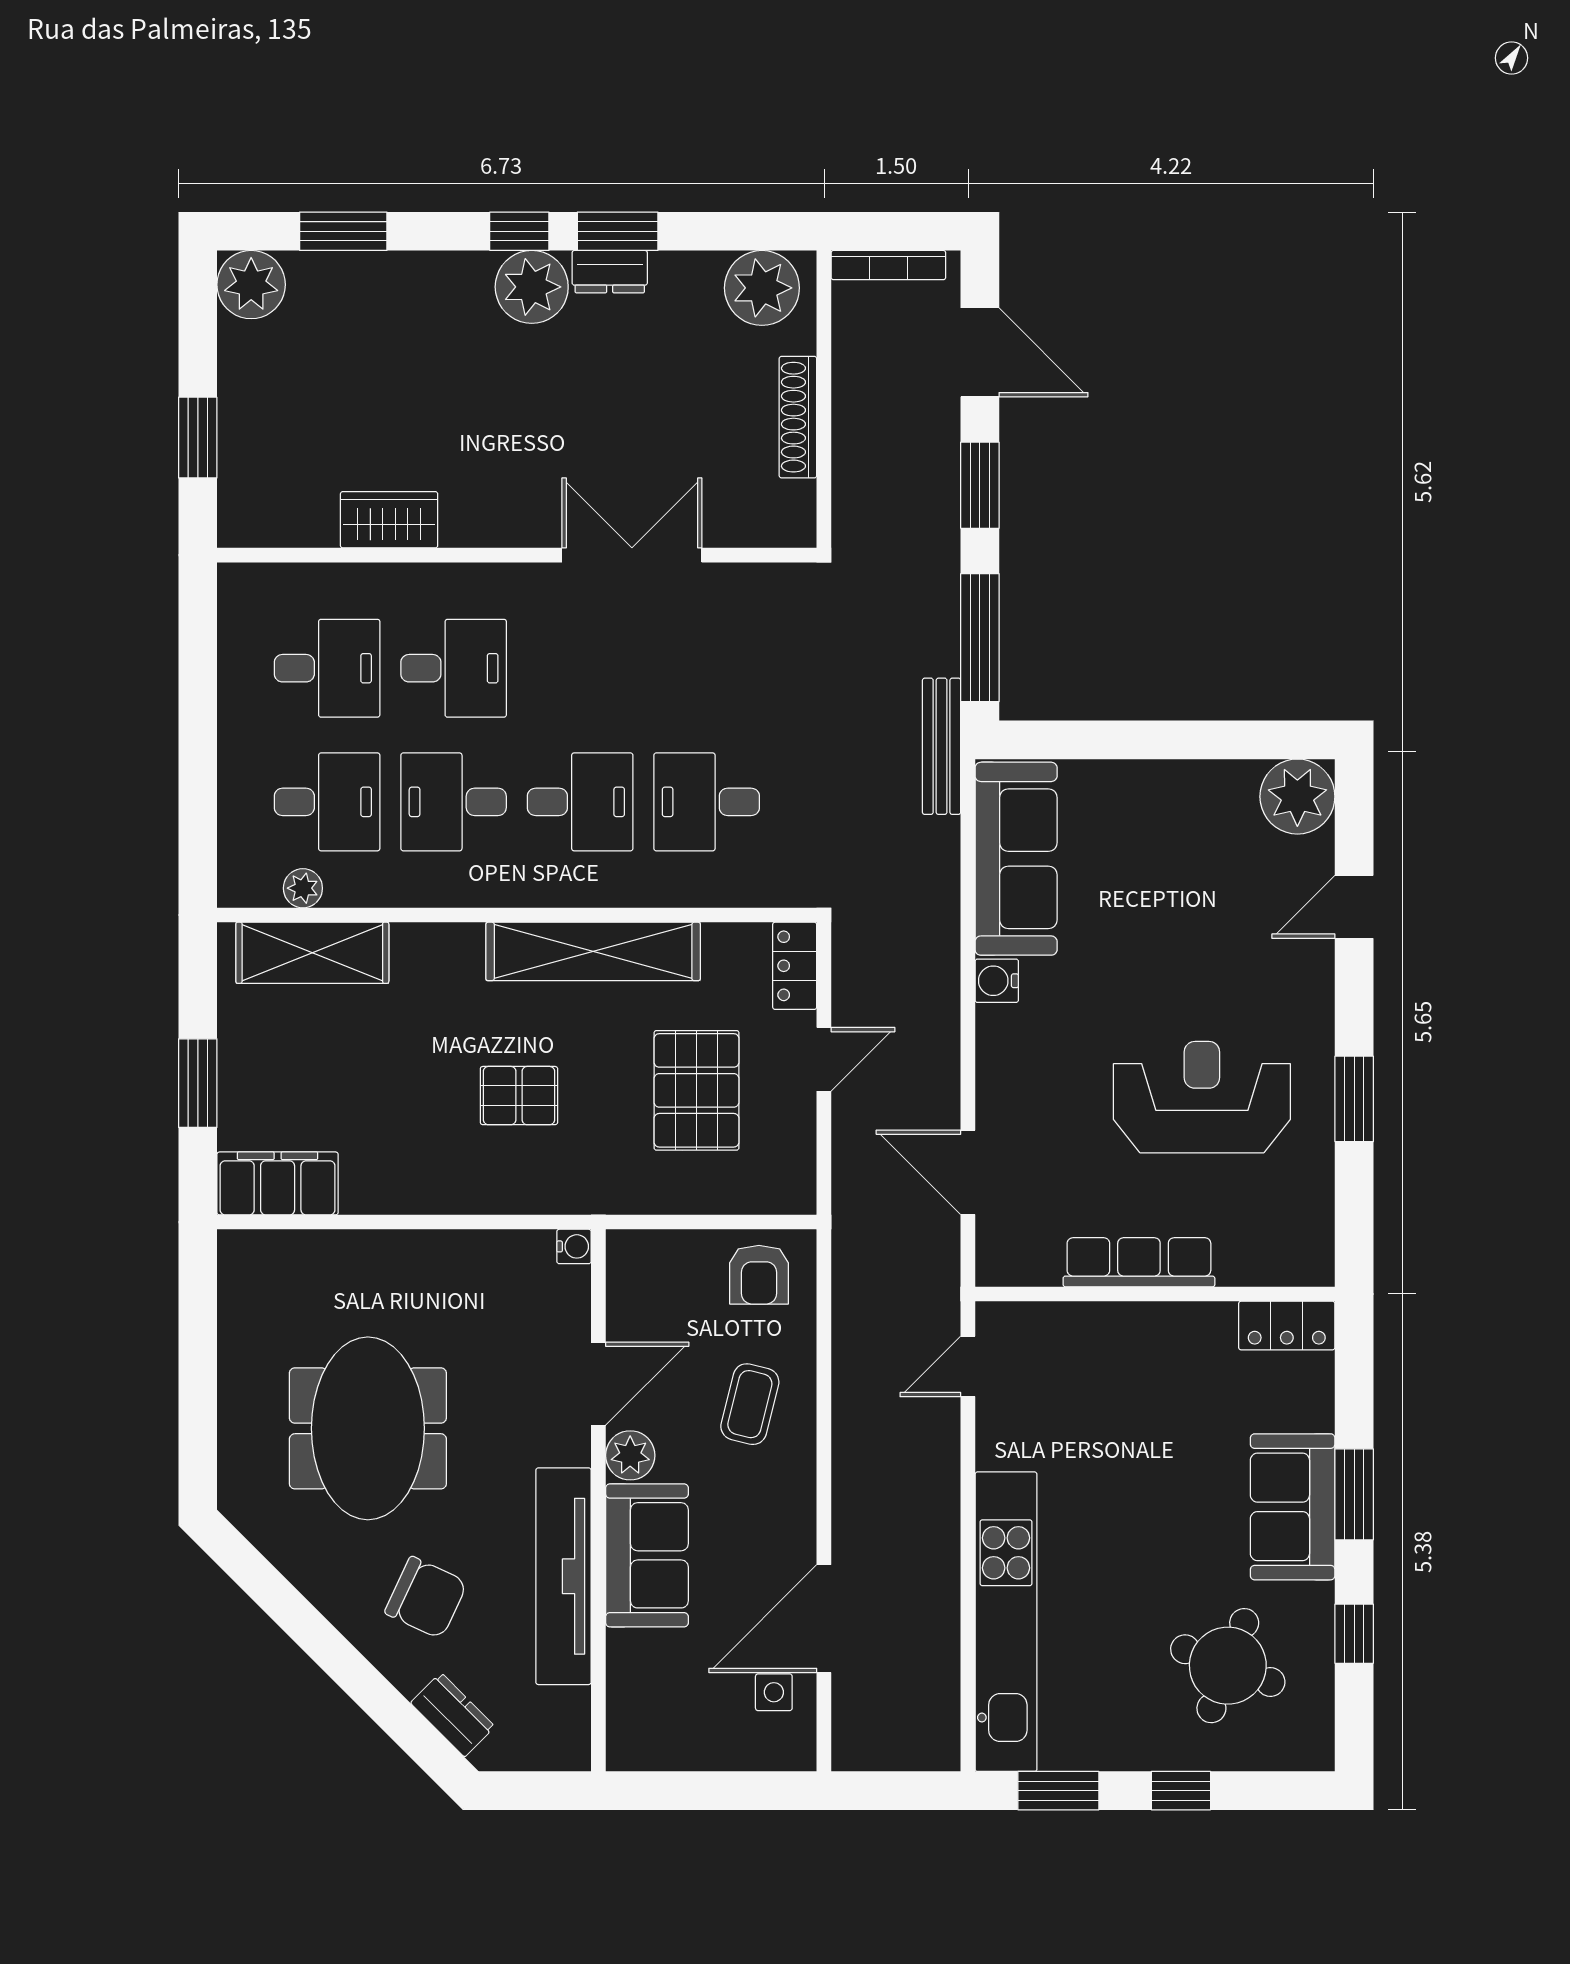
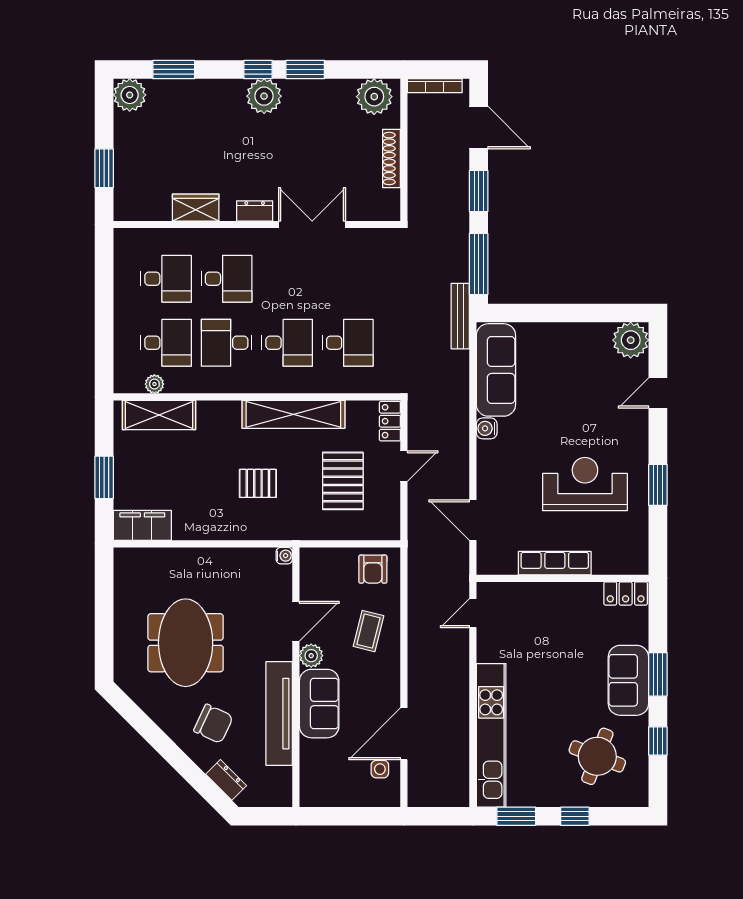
dresser: (610, 272) -> (255, 211), moved, turned 180
desk: (707, 802) -> (348, 343), turned 180

